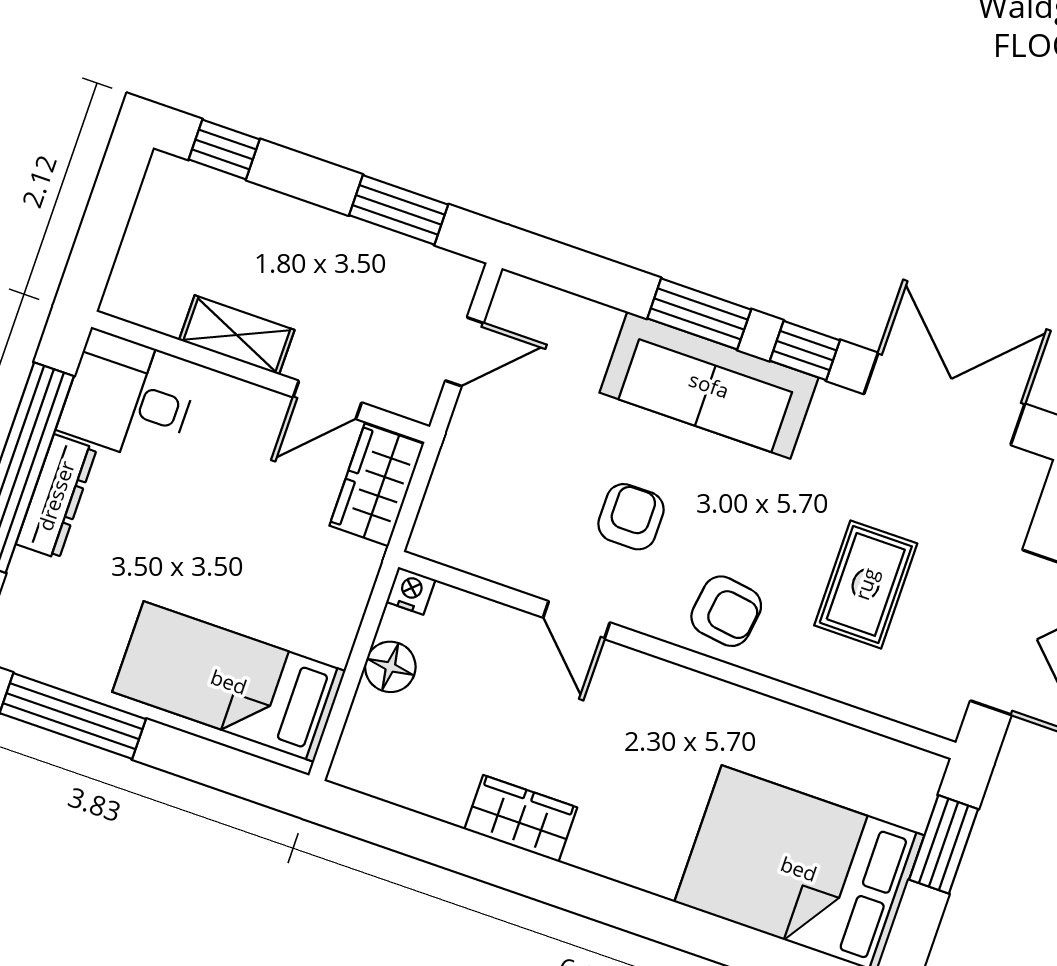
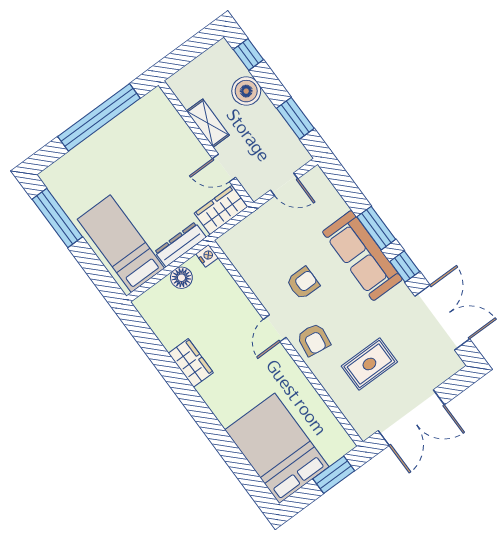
boiler: (268, 222) -> (246, 91), added
desk: (129, 397) -> (154, 119), removed
dresser: (56, 496) -> (180, 244), moved, turned 180
door: (576, 620) -> (275, 328), moved

